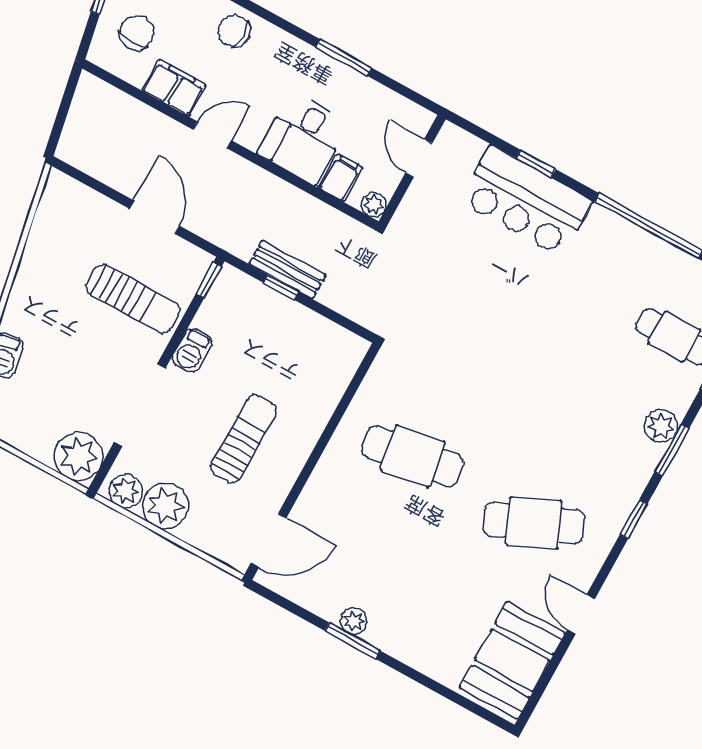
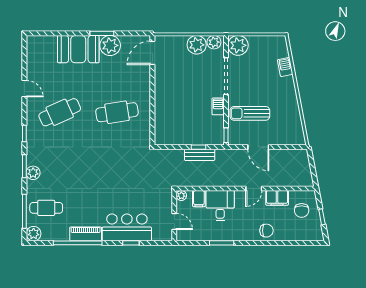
piano: (621, 235) -> (86, 234), added
sun lounger: (244, 439) -> (182, 85), removed
plant: (354, 621) -> (110, 45), width x1.88, depth x1.88
booth: (512, 660) -> (78, 49), moved, turned 90

